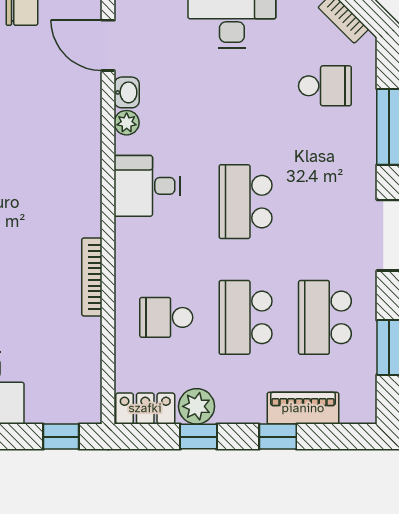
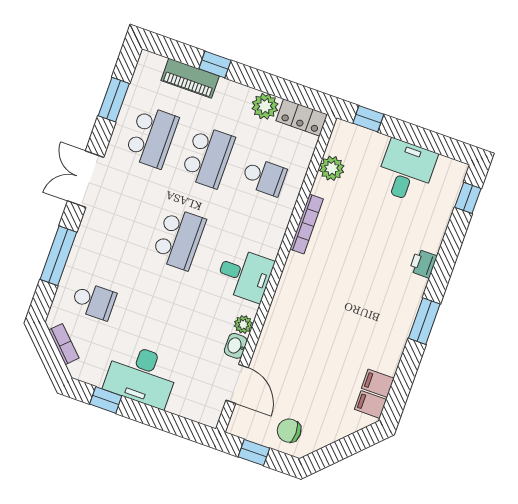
school desk: (325, 86) -> (94, 301), turned 180
plant: (85, 358) -> (332, 168), added
window: (199, 437) -> (271, 84), removed

